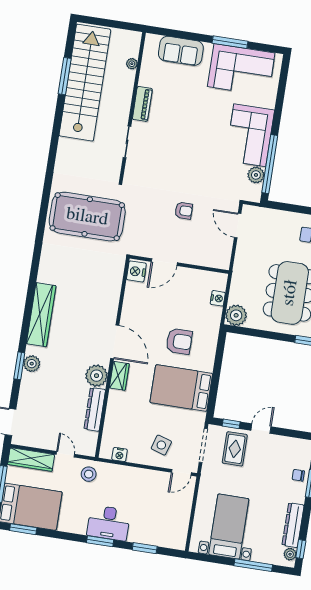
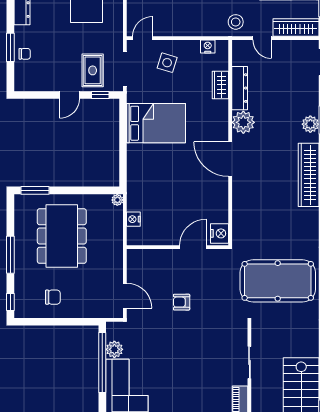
plant: (236, 315) -> (117, 200), width x0.53, depth x0.53
armchair: (179, 341) -> (166, 170), removed
wardrobe: (119, 376) -> (220, 85), moved

